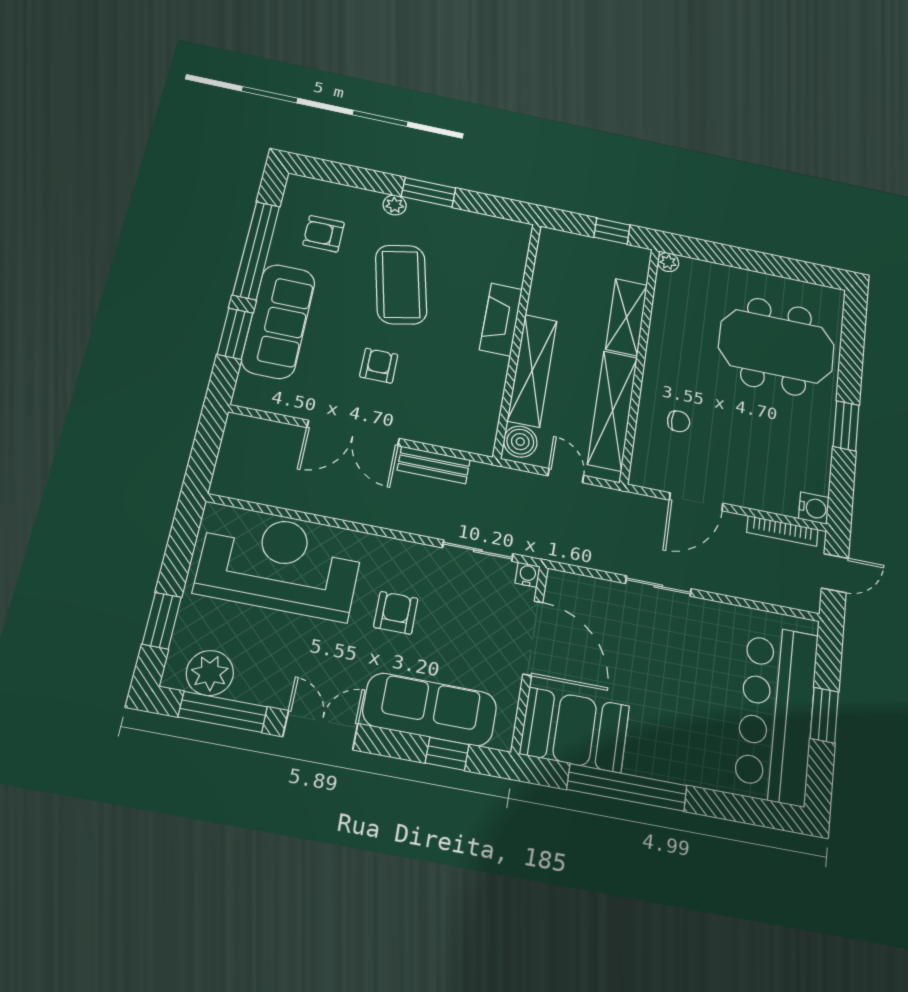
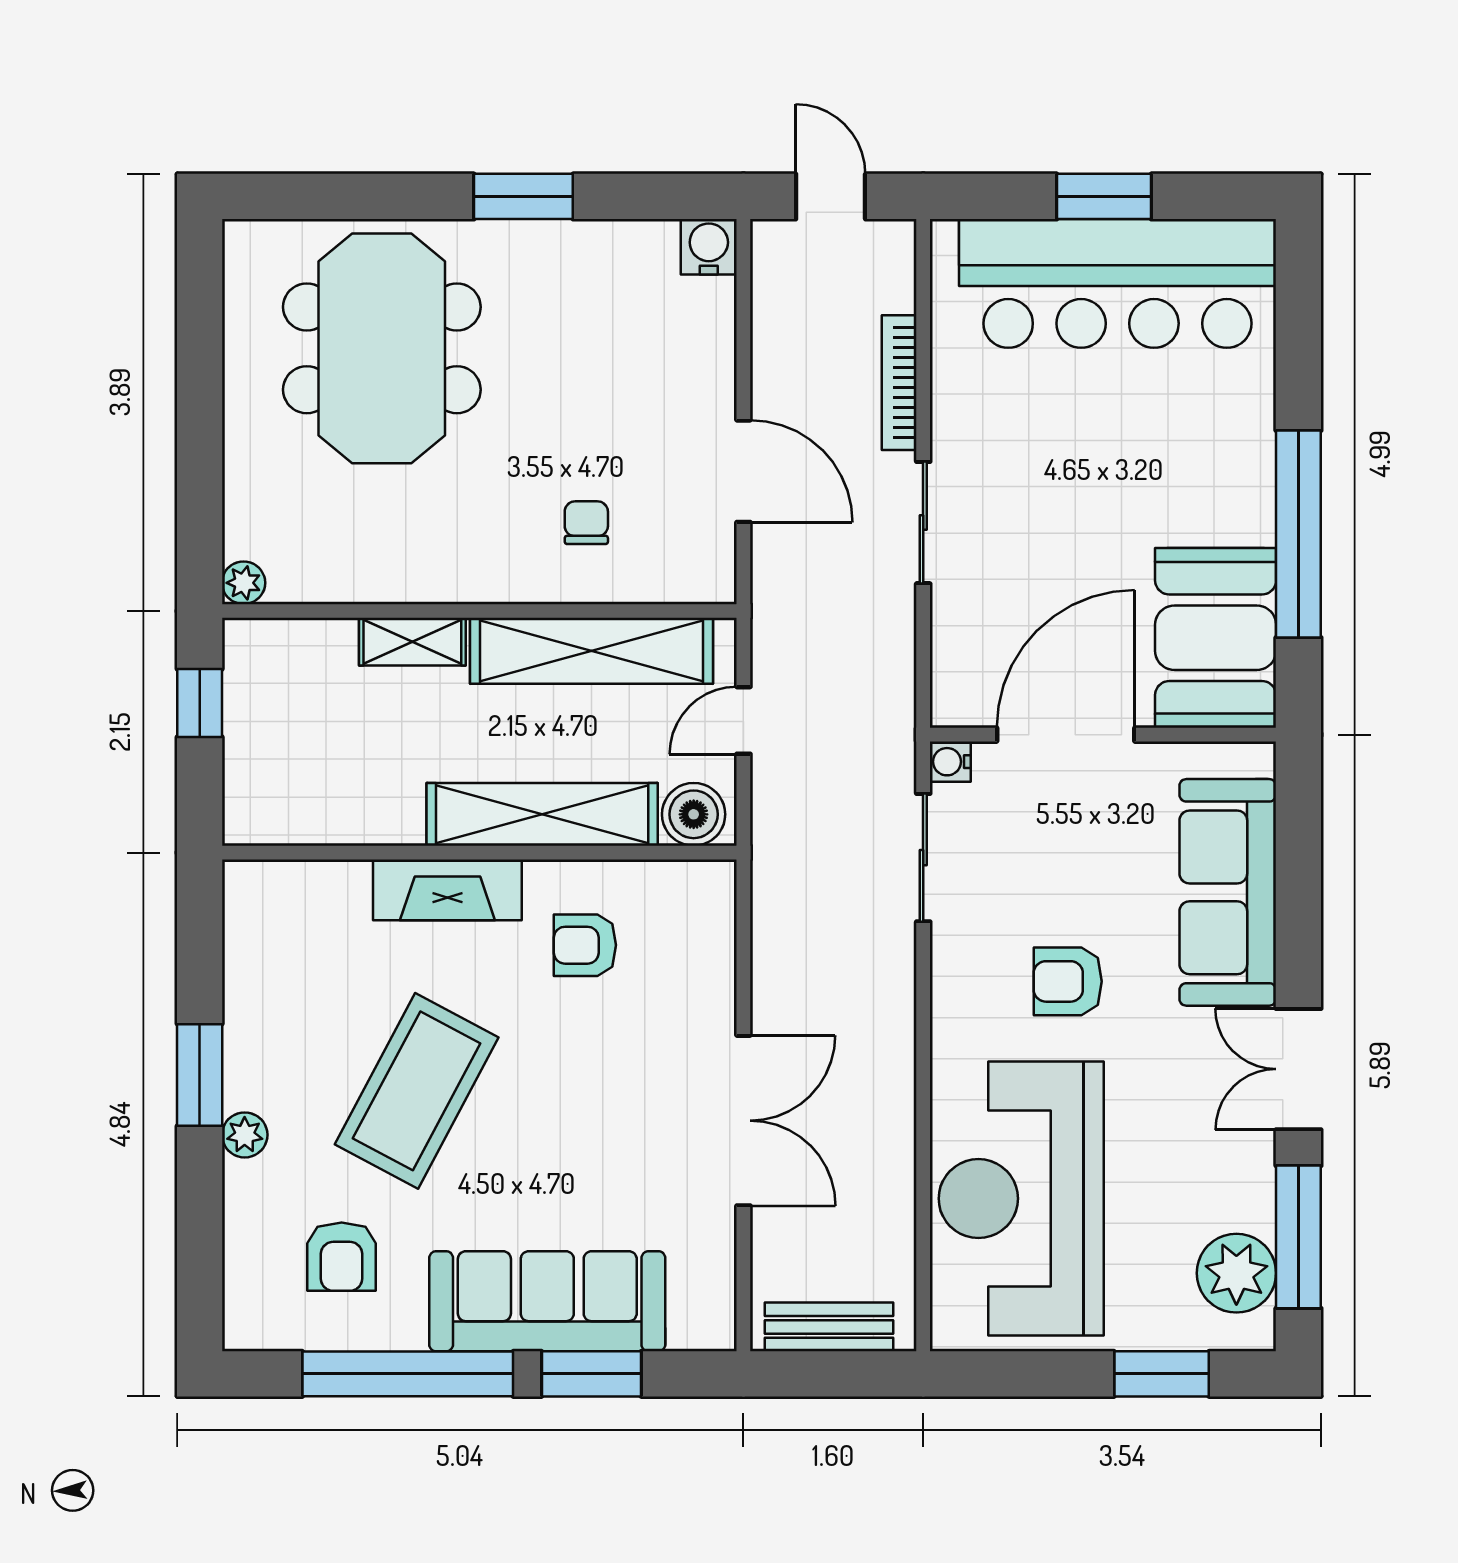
coffee table: (401, 284) -> (417, 1091), turned -50
shelving: (627, 317) -> (412, 642), width x0.67, depth x0.75
armchair: (379, 366) -> (585, 945), moved
bench: (434, 465) -> (829, 1327), moved, turned 90
bookcase: (782, 531) -> (899, 383), moved, turned 180
window: (447, 754) -> (1298, 850), removed

